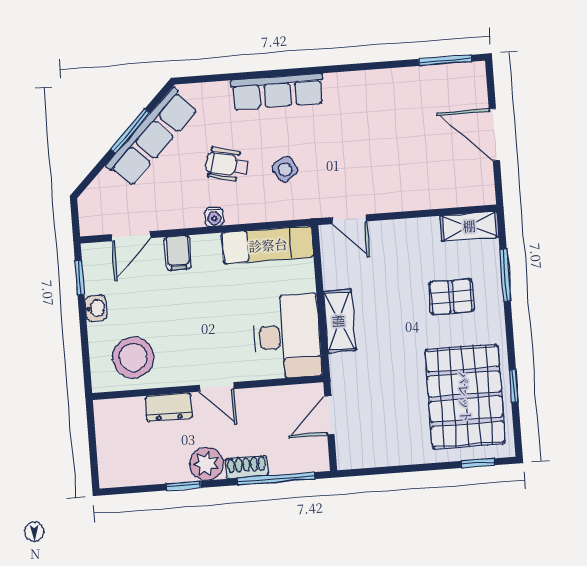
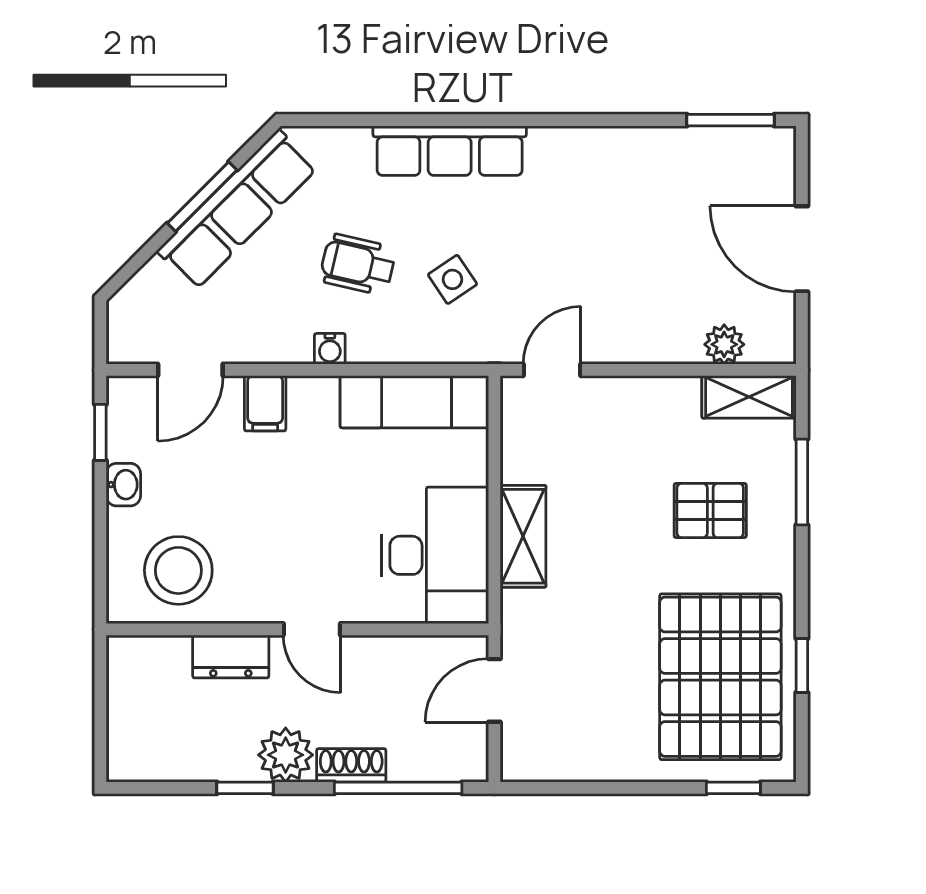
plant: (452, 196) -> (724, 344), added
door: (349, 219) -> (552, 370), swing flipped

